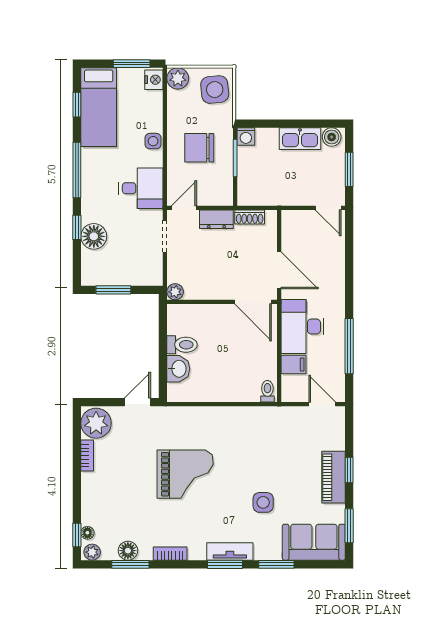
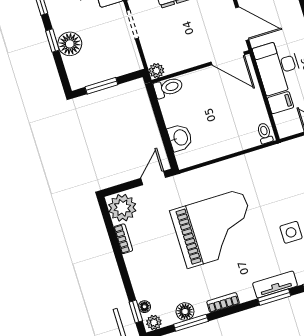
toilet: (182, 345) -> (168, 88), moved
grand piano: (185, 474) -> (215, 229), width x1.37, depth x1.48

